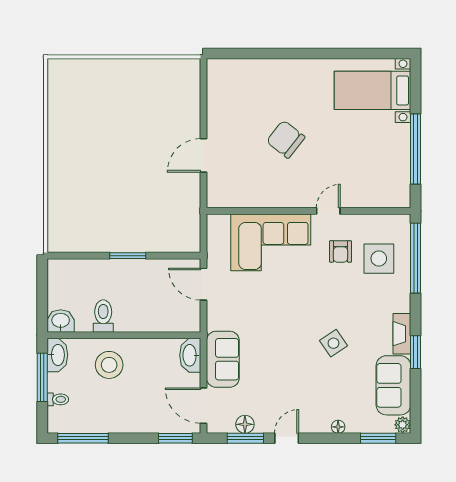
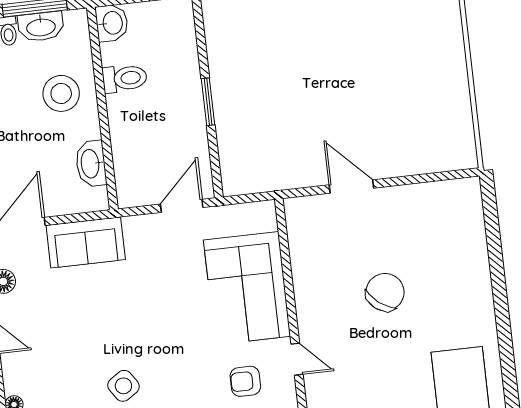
washbasin: (57, 355) -> (41, 27), moved
washbasin: (190, 355) -> (91, 164), moved, turned -90

